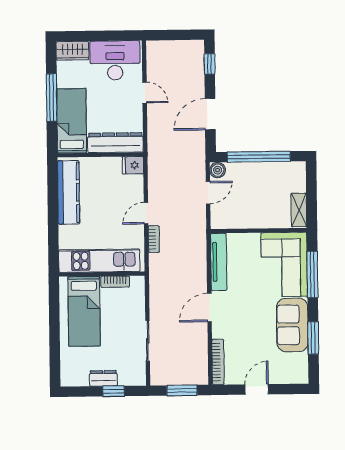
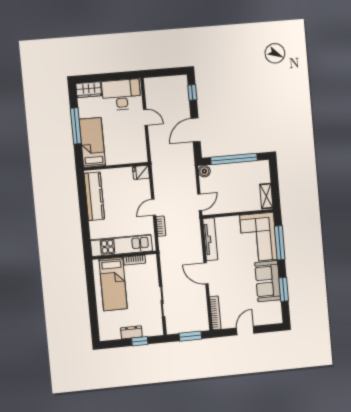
dresser: (115, 143) -> (127, 156), removed
door: (208, 193) -> (200, 202), moved
door: (209, 308) -> (206, 273), hinge flipped

